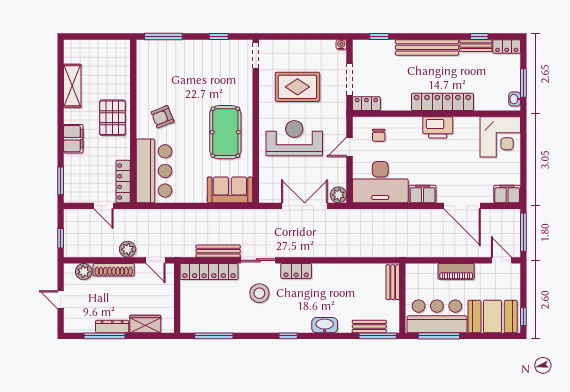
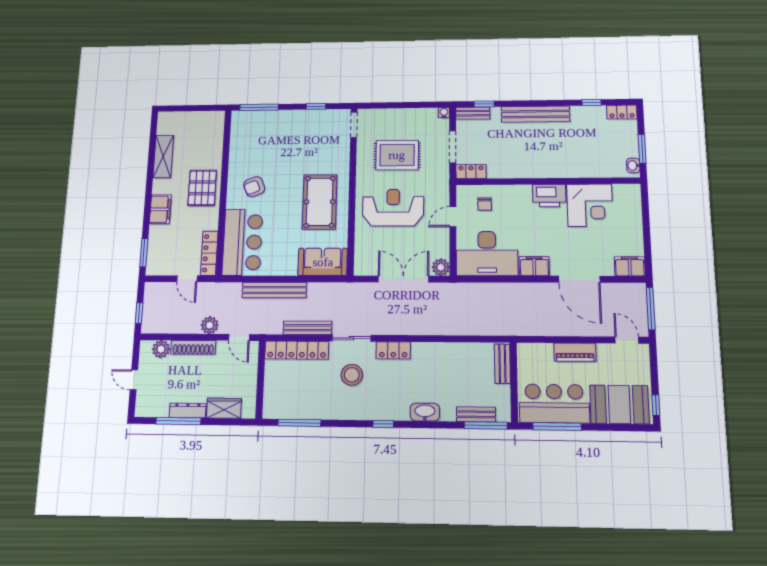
bench: (476, 46) -> (473, 113), moved
locker: (442, 102) -> (554, 169), removed
corner desk: (500, 137) -> (590, 205), moved
bench: (186, 216) -> (274, 290), added

